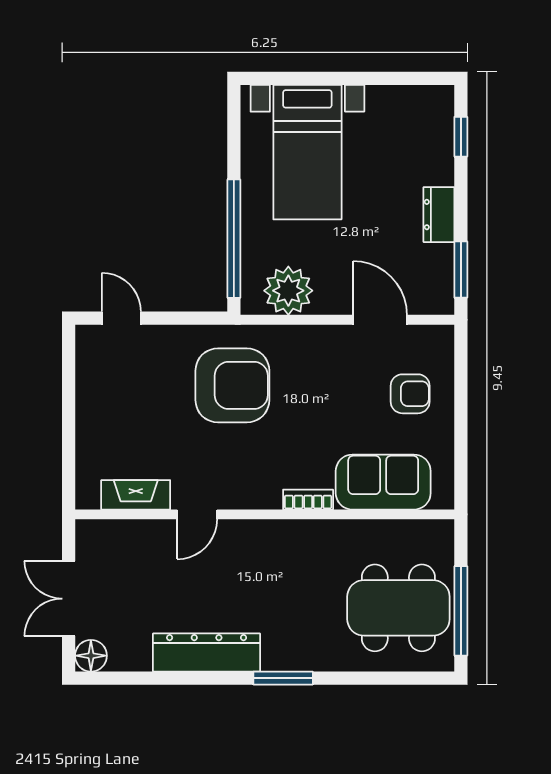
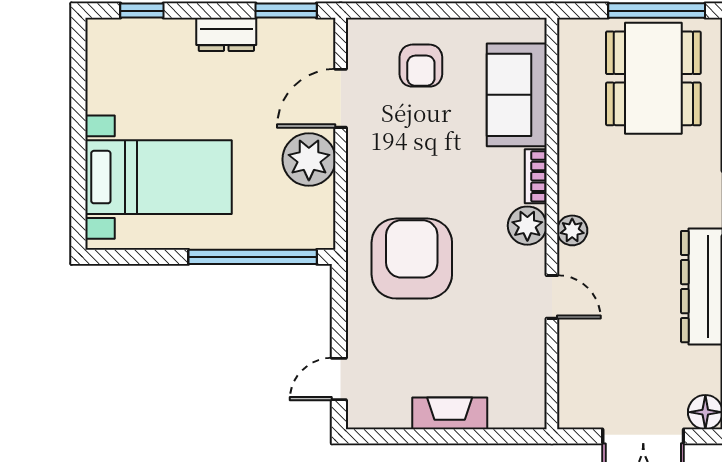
plant: (288, 291) -> (309, 159), moved
armchair: (410, 394) -> (421, 66), turned 180
plant: (263, 492) -> (527, 226), added
fireplace: (136, 495) -> (450, 413), moved, turned 90
plant: (258, 533) -> (572, 230), added

